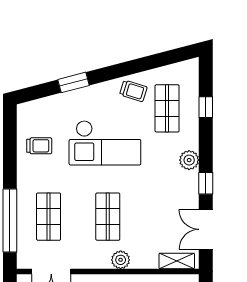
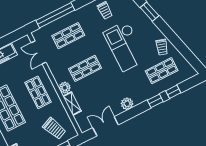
plant: (189, 160) -> (127, 104), moved
window: (206, 183) -> (155, 101), moved
shelving: (177, 261) -> (72, 104), moved

